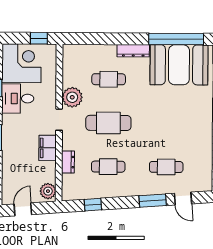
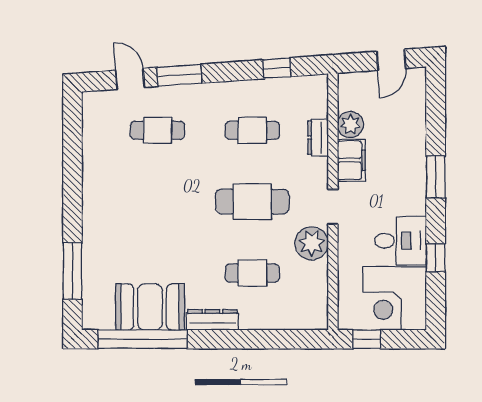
booth: (179, 65) -> (150, 307), width x0.73, depth x0.70
plant: (48, 191) -> (350, 125), moved

